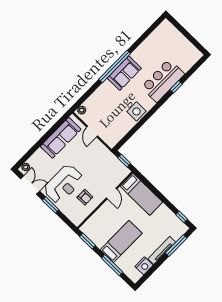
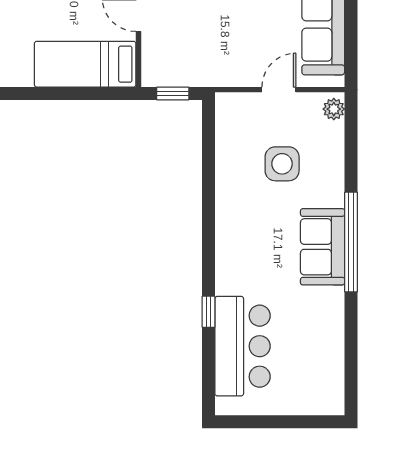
bar counter: (163, 81) -> (243, 346), moved
side table: (136, 111) -> (282, 164), moved
door: (92, 131) -> (279, 90), hinge flipped

